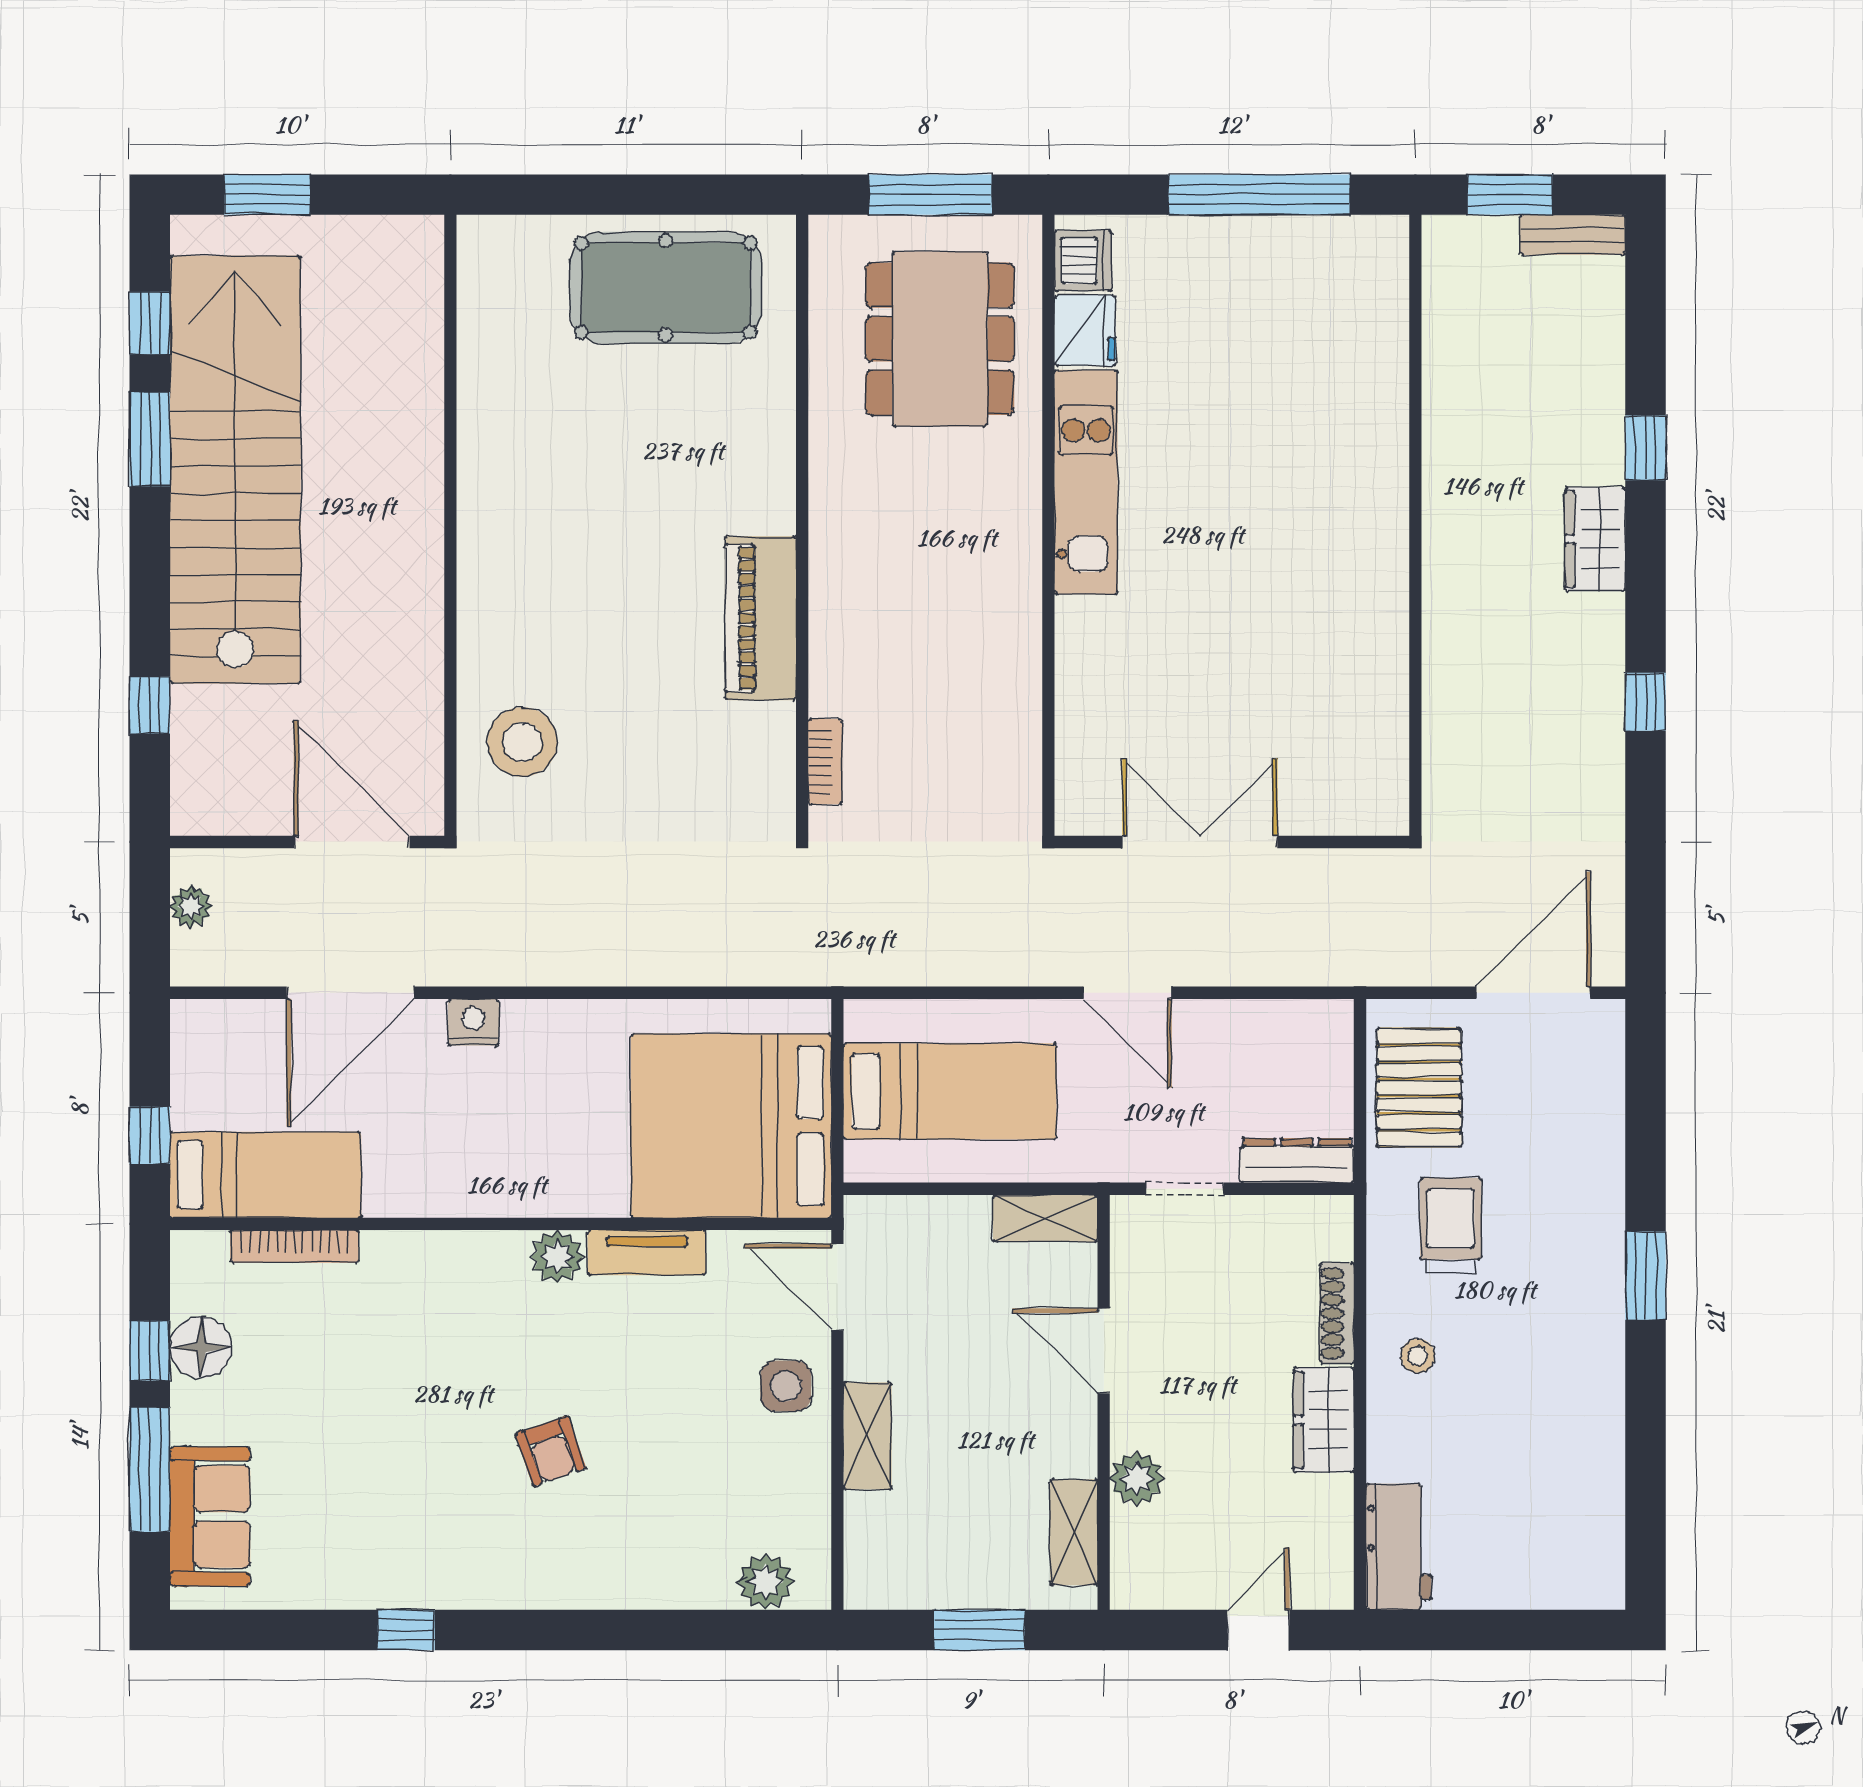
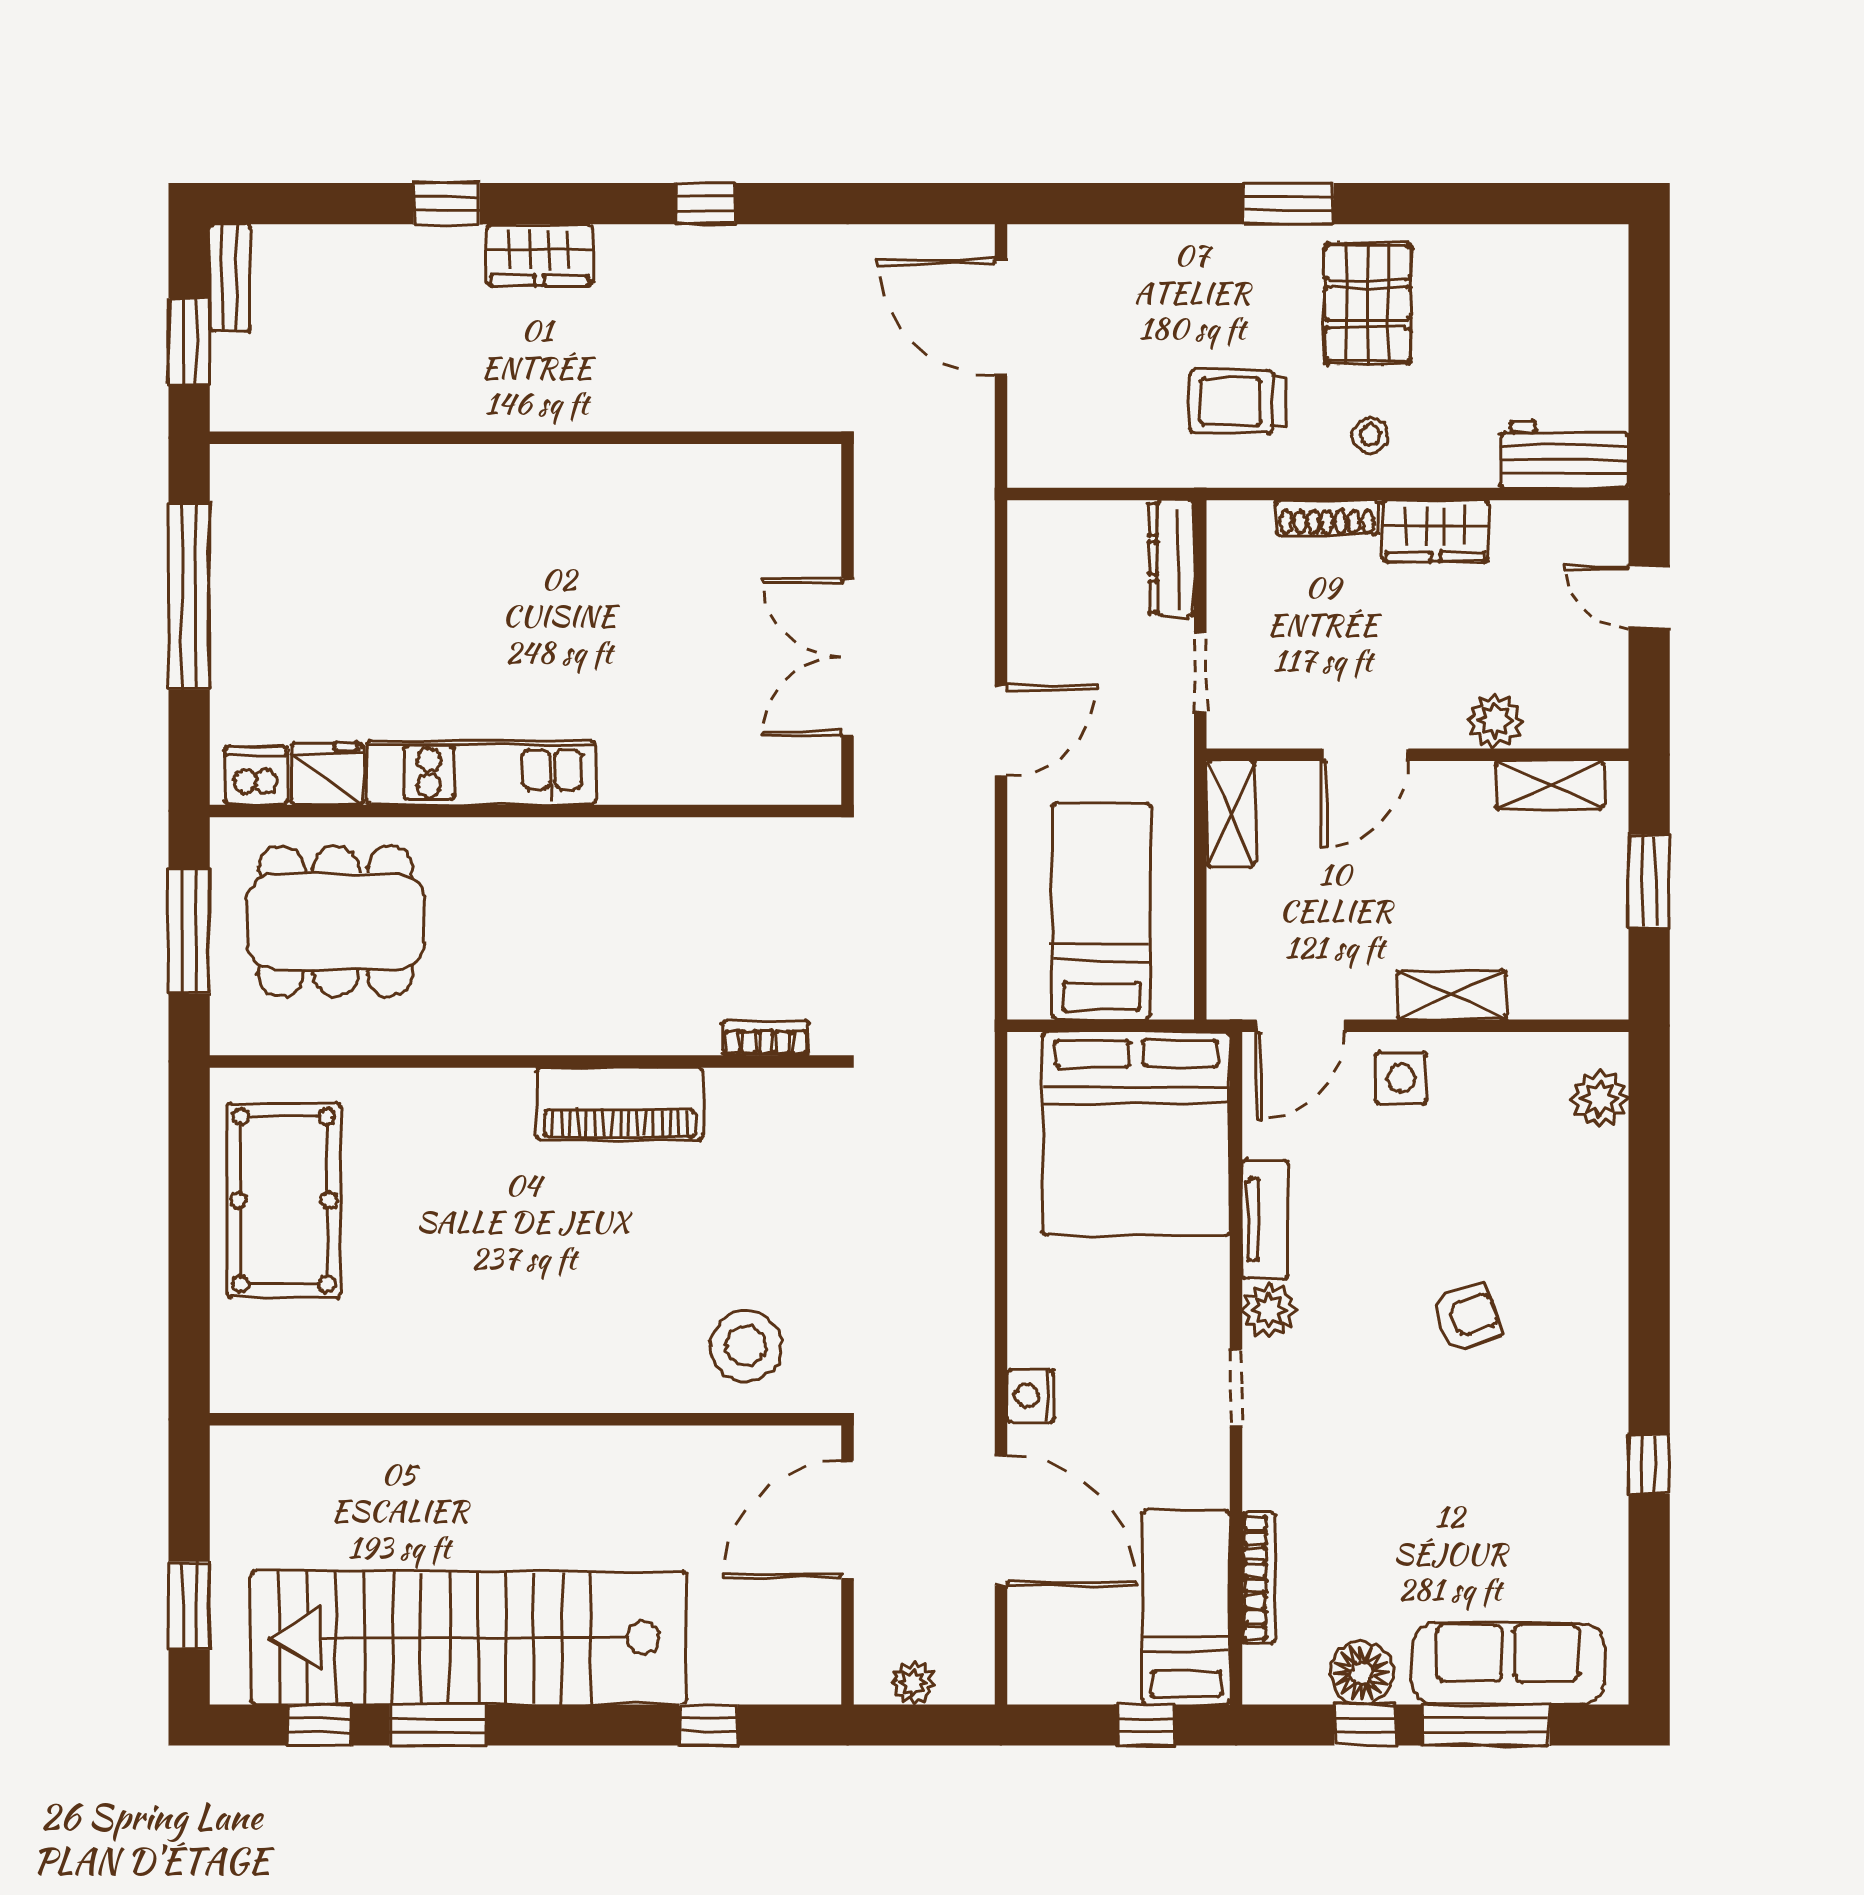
pallet: (1419, 1088) -> (1368, 304), moved, turned 90
doorway: (481, 1224) -> (1236, 1388), added
sofa: (210, 1516) -> (1508, 1664), width x1.36

